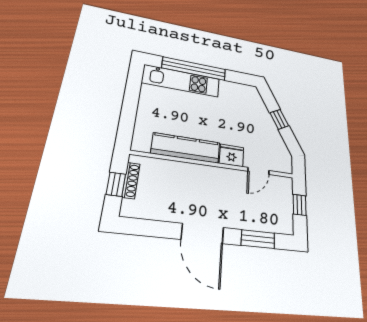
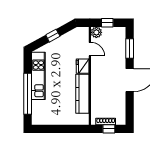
kitchen unit: (181, 81) -> (38, 76), moved
plant: (284, 185) -> (96, 32), added

